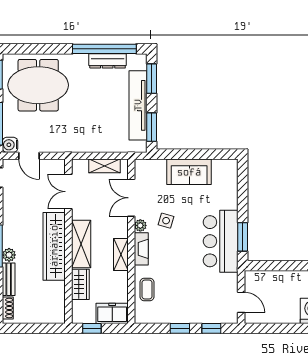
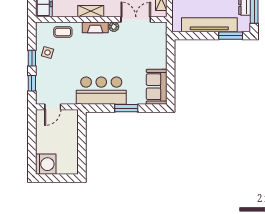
window: (152, 127) -> (192, 36), removed
sofa: (189, 172) -> (157, 87), moved
side table: (166, 221) -> (47, 52), moved
window: (243, 237) -> (126, 108), moved

